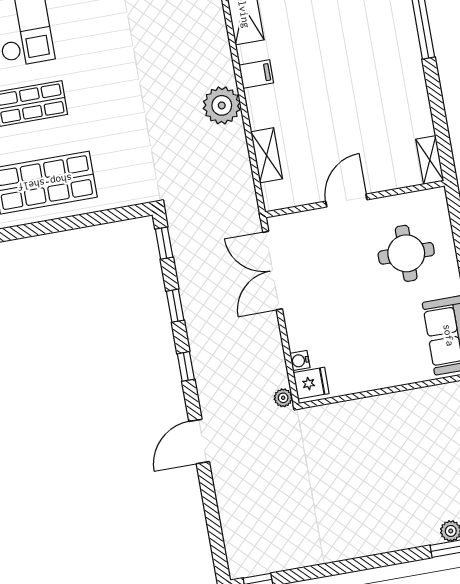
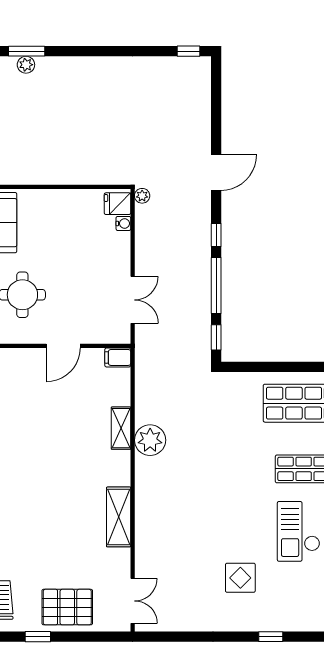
filing cabinet: (256, 74) -> (118, 357), moved
shelving: (267, 155) -> (121, 428), moved
double door: (273, 271) -> (133, 300), width x0.73
window: (175, 306) -> (216, 285), width x2.17

